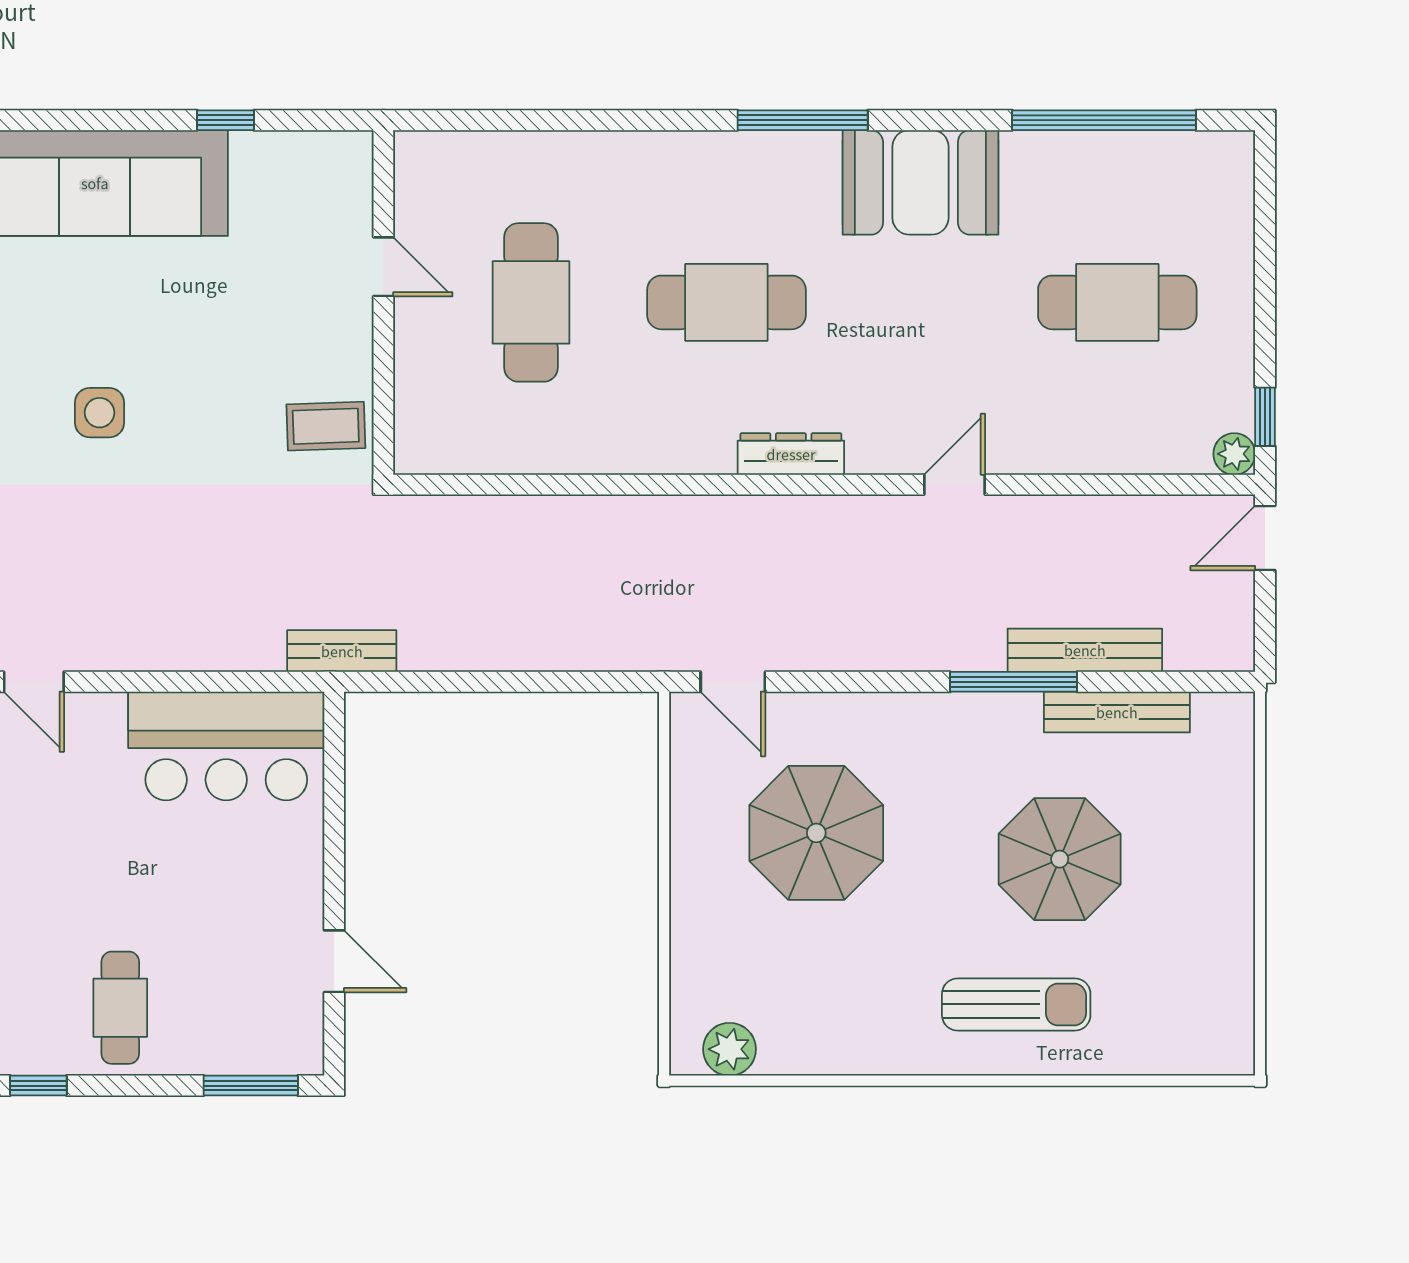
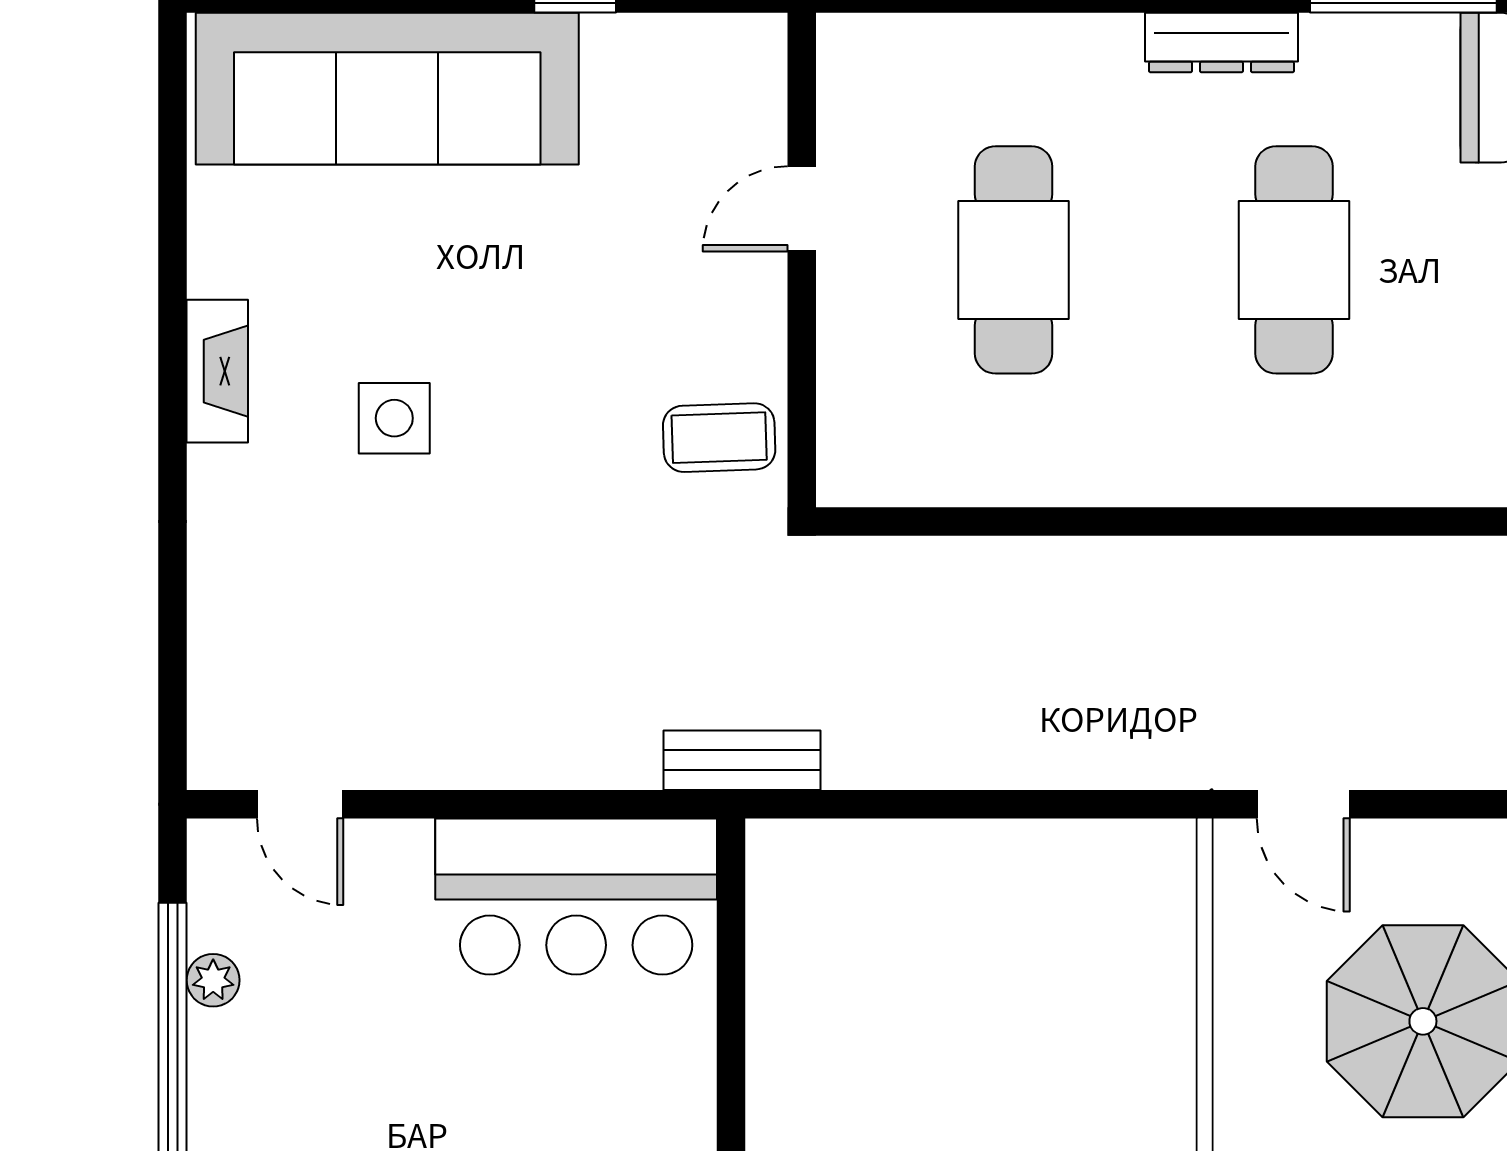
door: (383, 267) -> (802, 209), swing flipped
cafe table: (726, 302) -> (1294, 260), turned 90
dresser: (791, 454) -> (1222, 42), moved, turned 180

